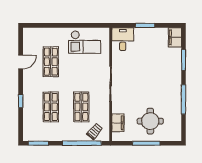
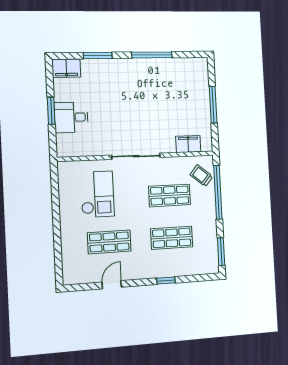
desk: (123, 39) -> (71, 117), moved
checkout: (85, 42) -> (97, 194), moved
door: (21, 62) -> (112, 285), hinge flipped
round table: (150, 121) -> (184, 100), removed

